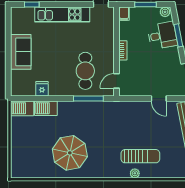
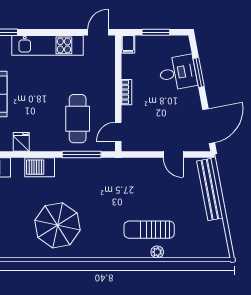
plant: (165, 12) -> (181, 42), removed
barbecue: (46, 108) -> (40, 167), moved
sun lounger: (140, 156) -> (149, 230), turned 180
plant: (135, 173) -> (157, 252), moved

